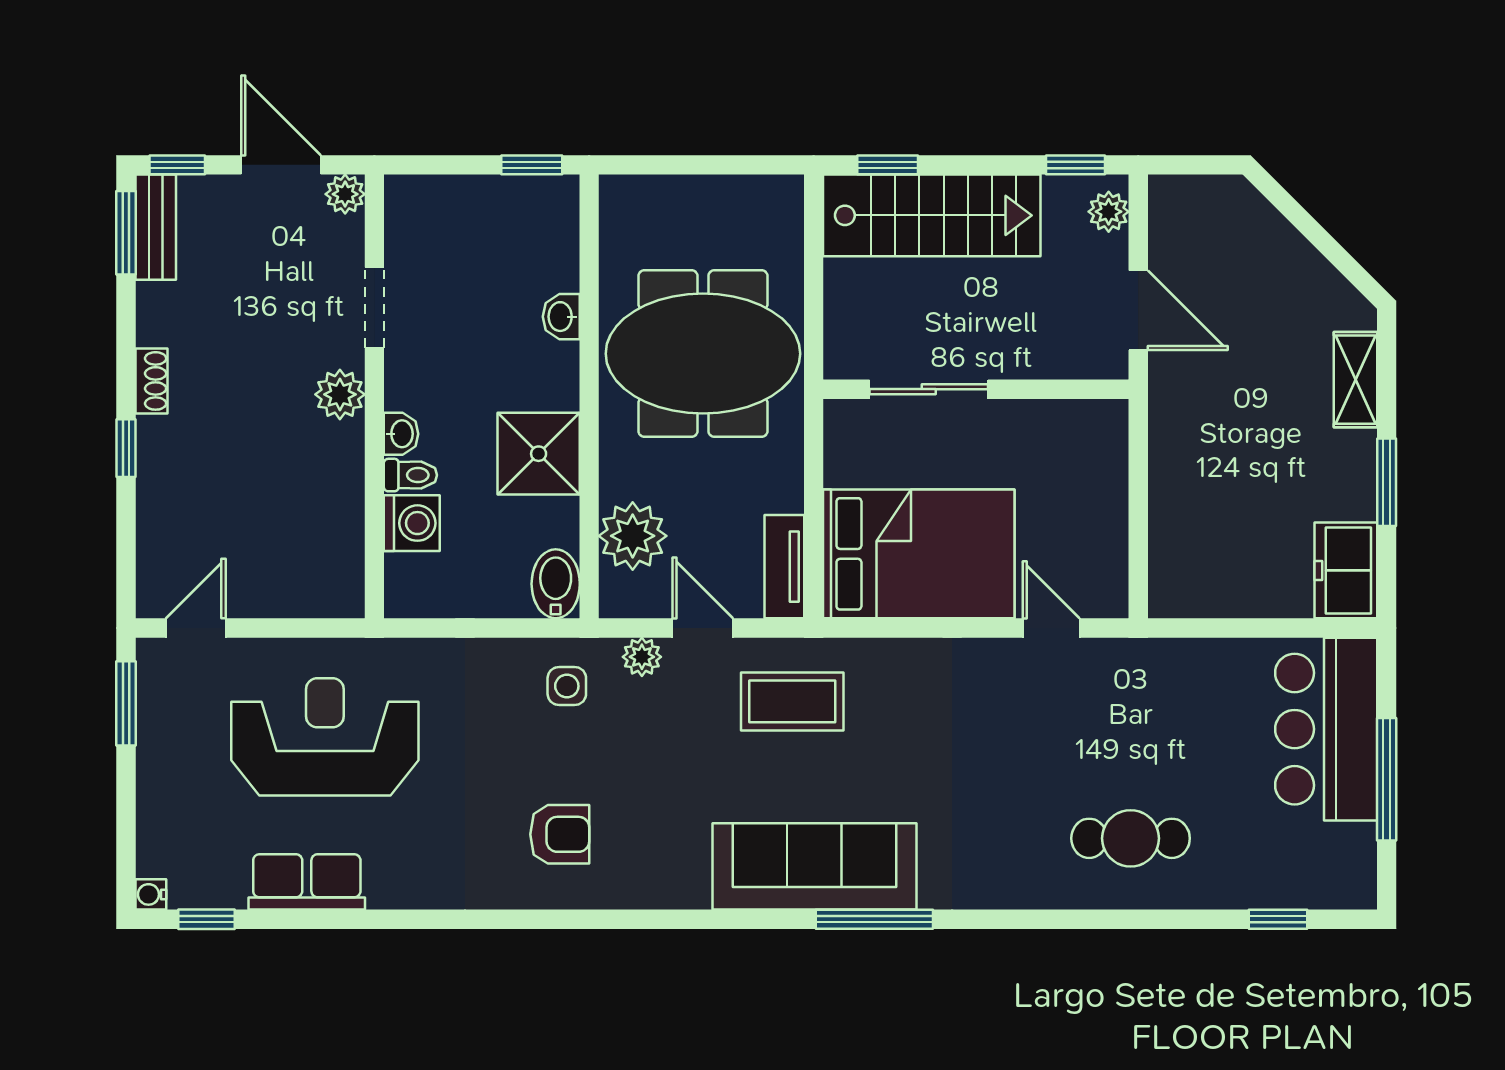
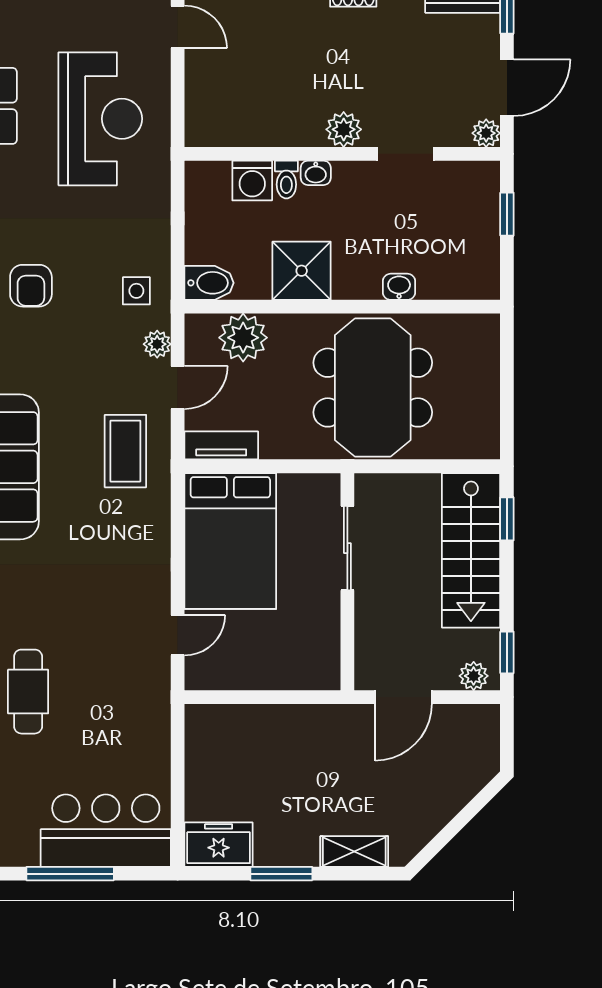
window: (532, 165) -> (507, 214), moved

